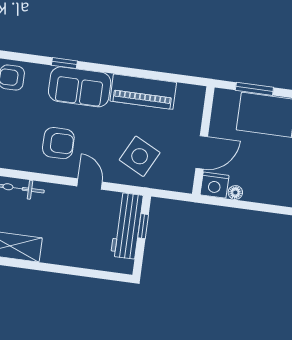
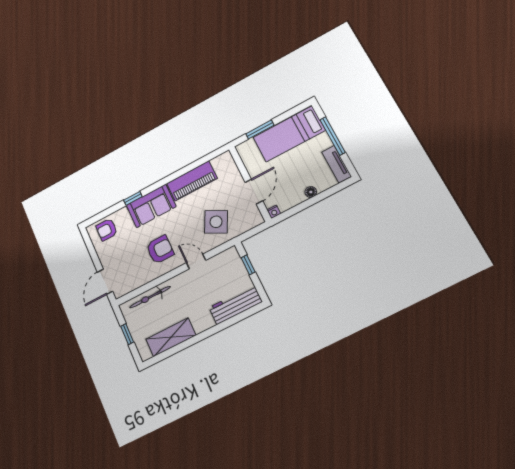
nightstand: (214, 185) -> (274, 212), width x0.53, depth x0.56
floor lamp: (235, 193) -> (311, 192), moved
workbench: (127, 226) -> (236, 305), moved, turned 90

